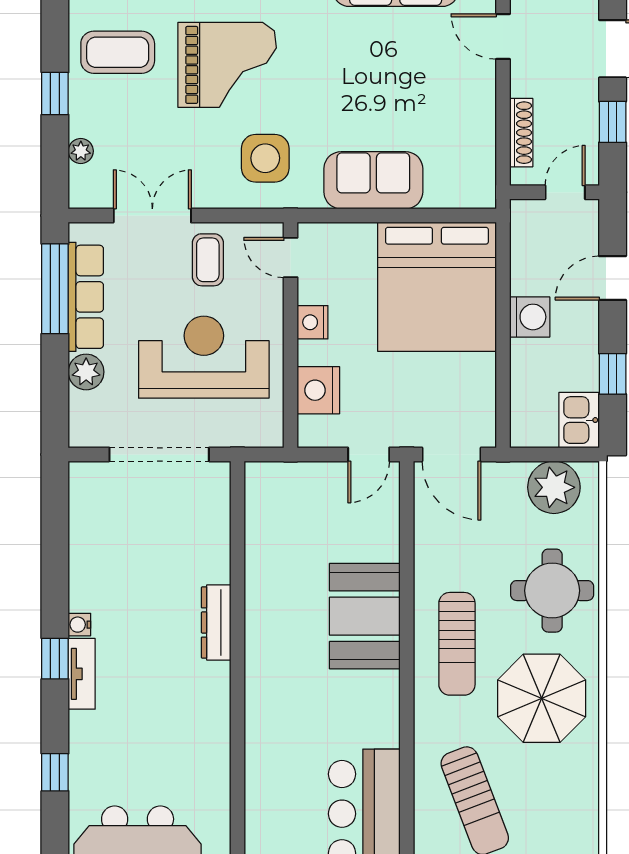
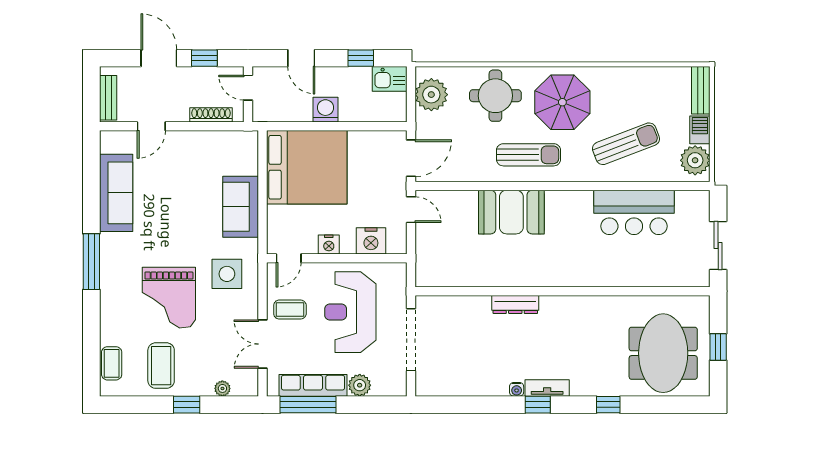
grand piano: (227, 65) -> (169, 298), turned 180

